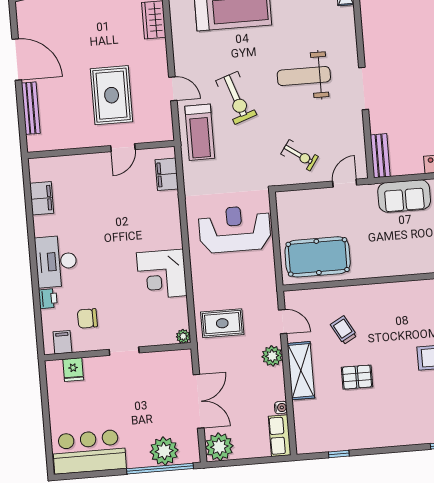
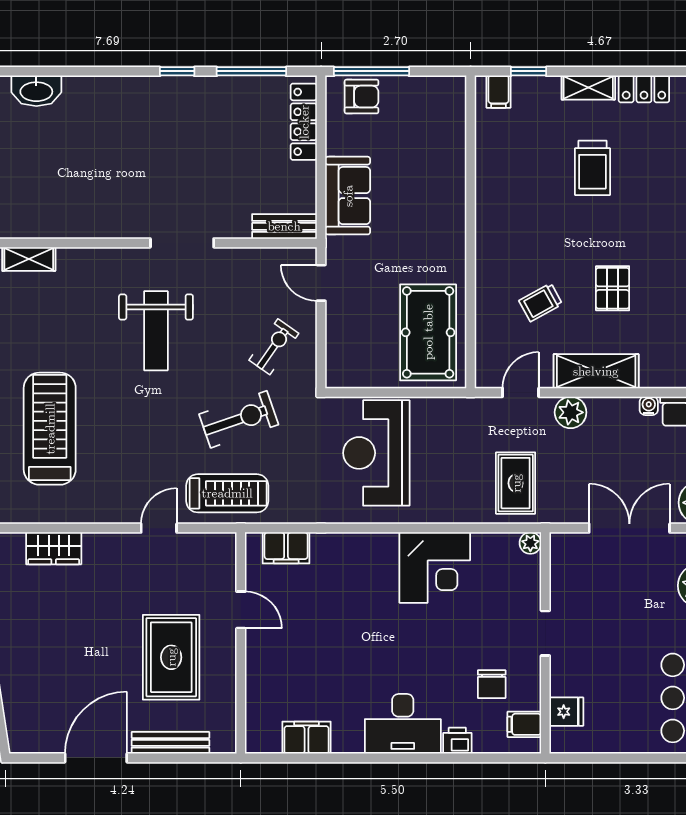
rug: (112, 95) -> (171, 657), moved, turned 90
exercise bike: (236, 98) -> (239, 419), moved

